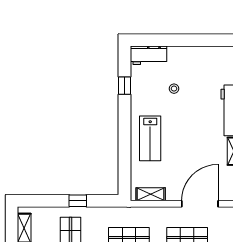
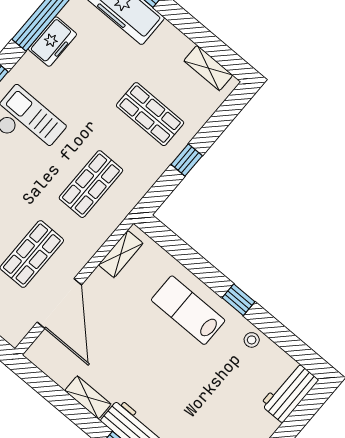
window: (124, 86) -> (238, 300), moved
stool: (174, 89) -> (252, 340), moved

